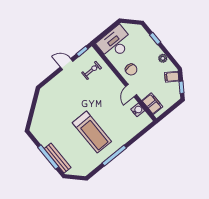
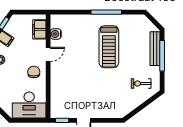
exercise bike: (92, 70) -> (141, 83), moved
treadmill: (92, 132) -> (109, 47), turned 180

